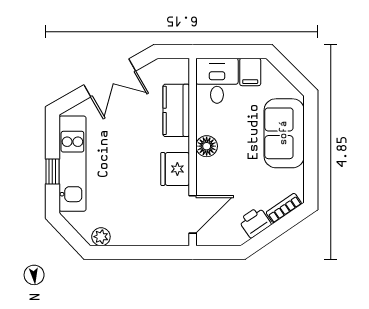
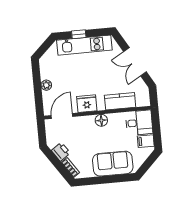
door: (193, 214) -> (62, 116), swing flipped
plant: (101, 237) -> (46, 85), moved

